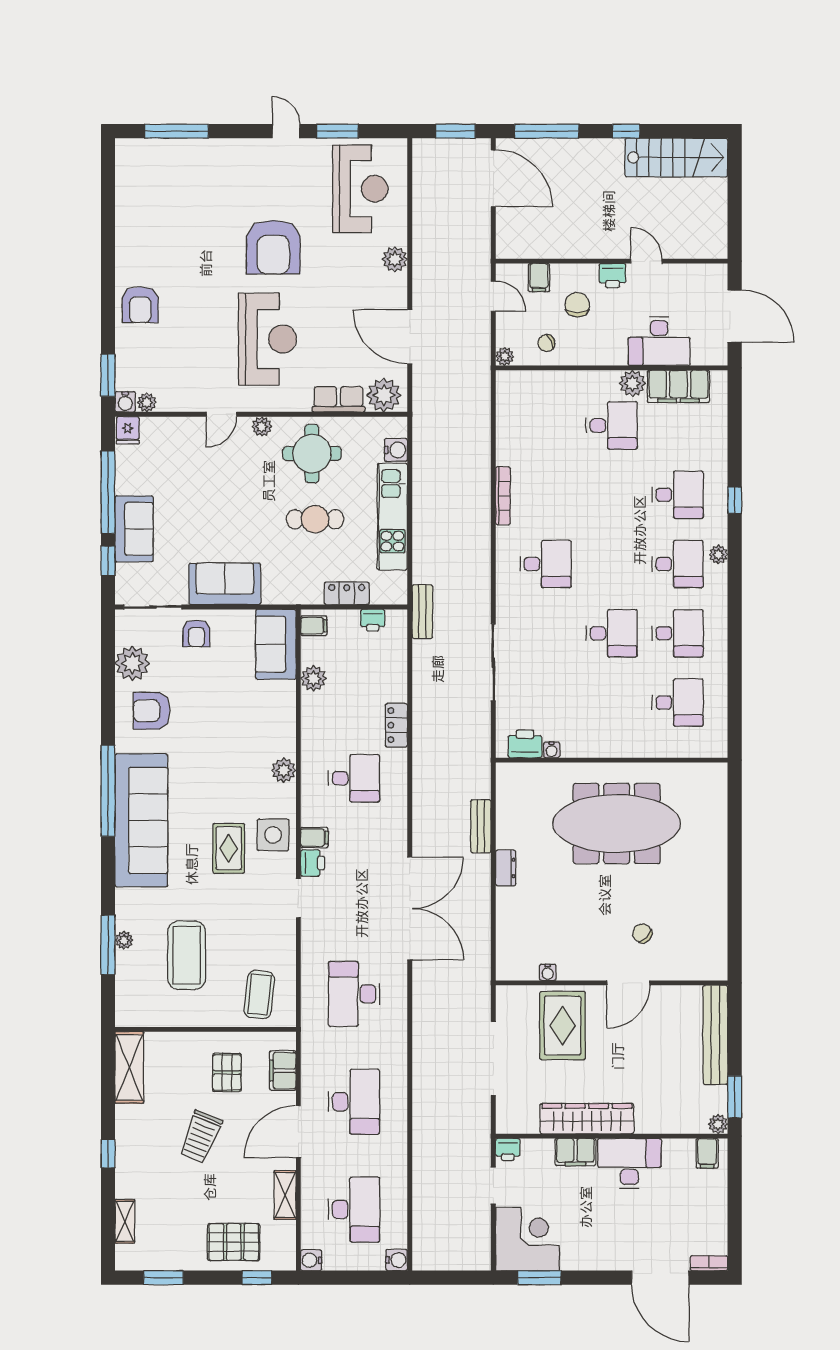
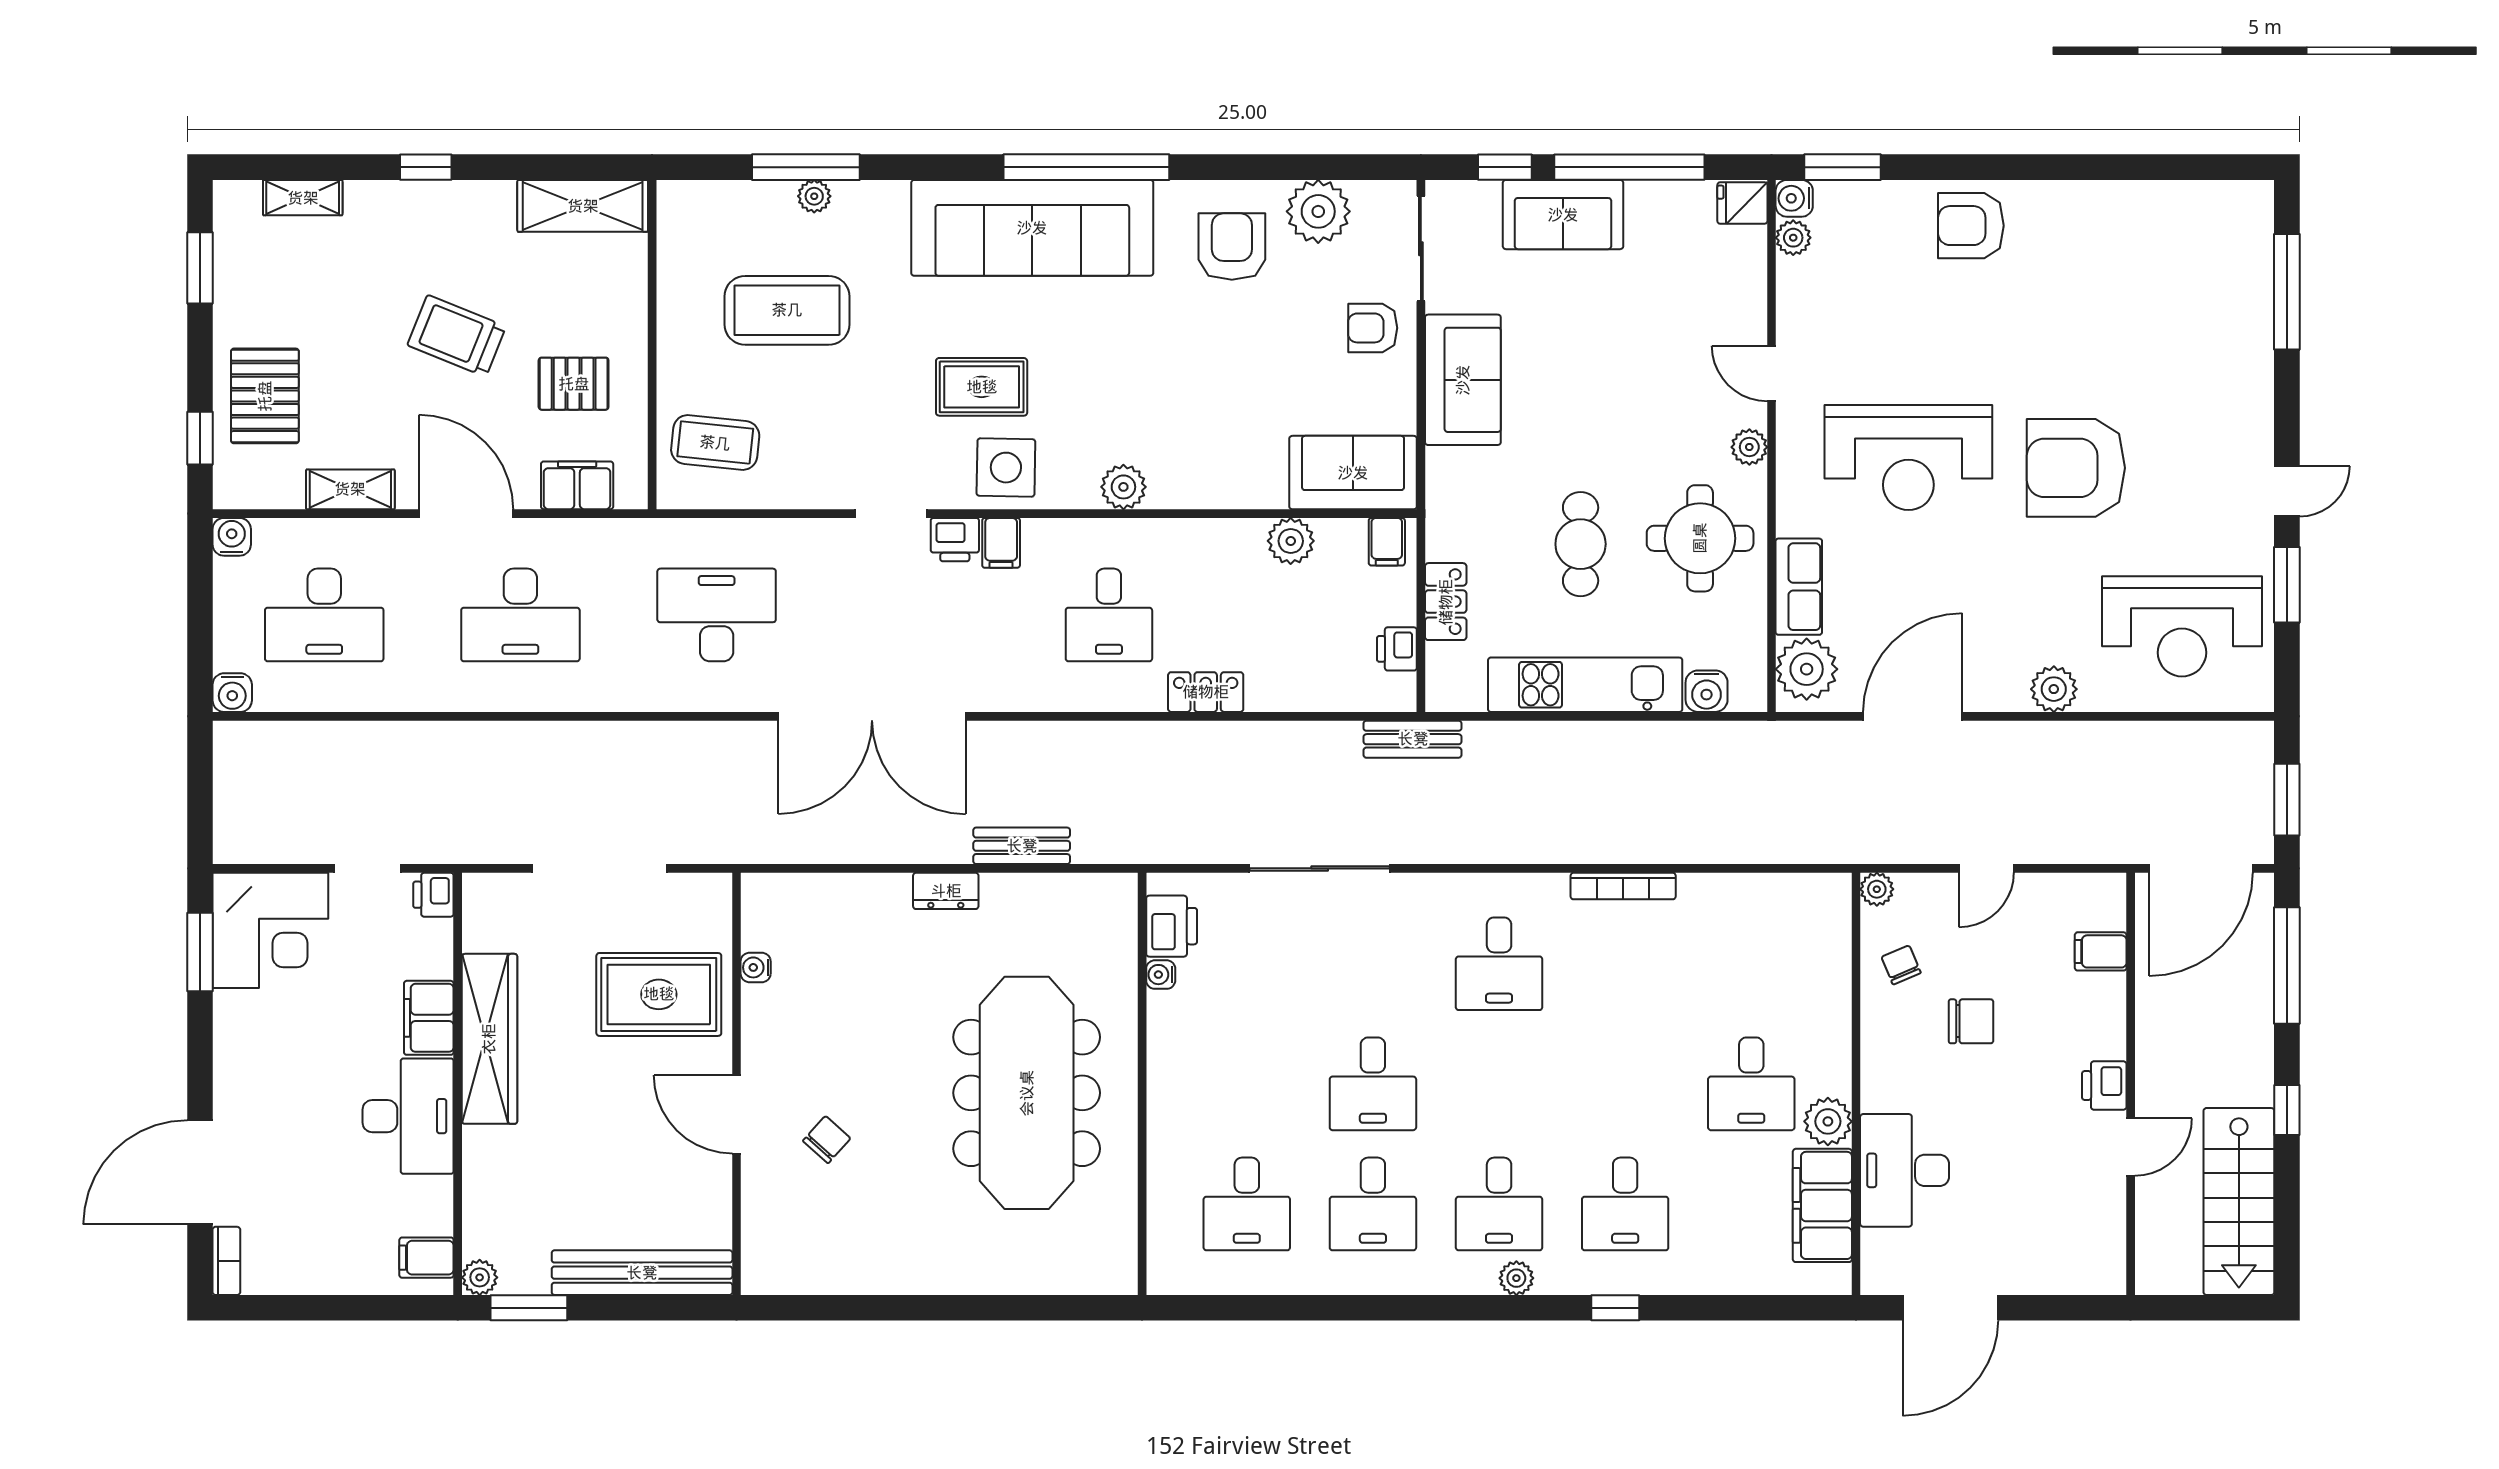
wall: (612, 261) -> (2131, 1084), moved
door: (646, 261) -> (2131, 1147), moved
printer: (613, 276) -> (2104, 1086), moved
filing cabinet: (539, 278) -> (2101, 951), moved

